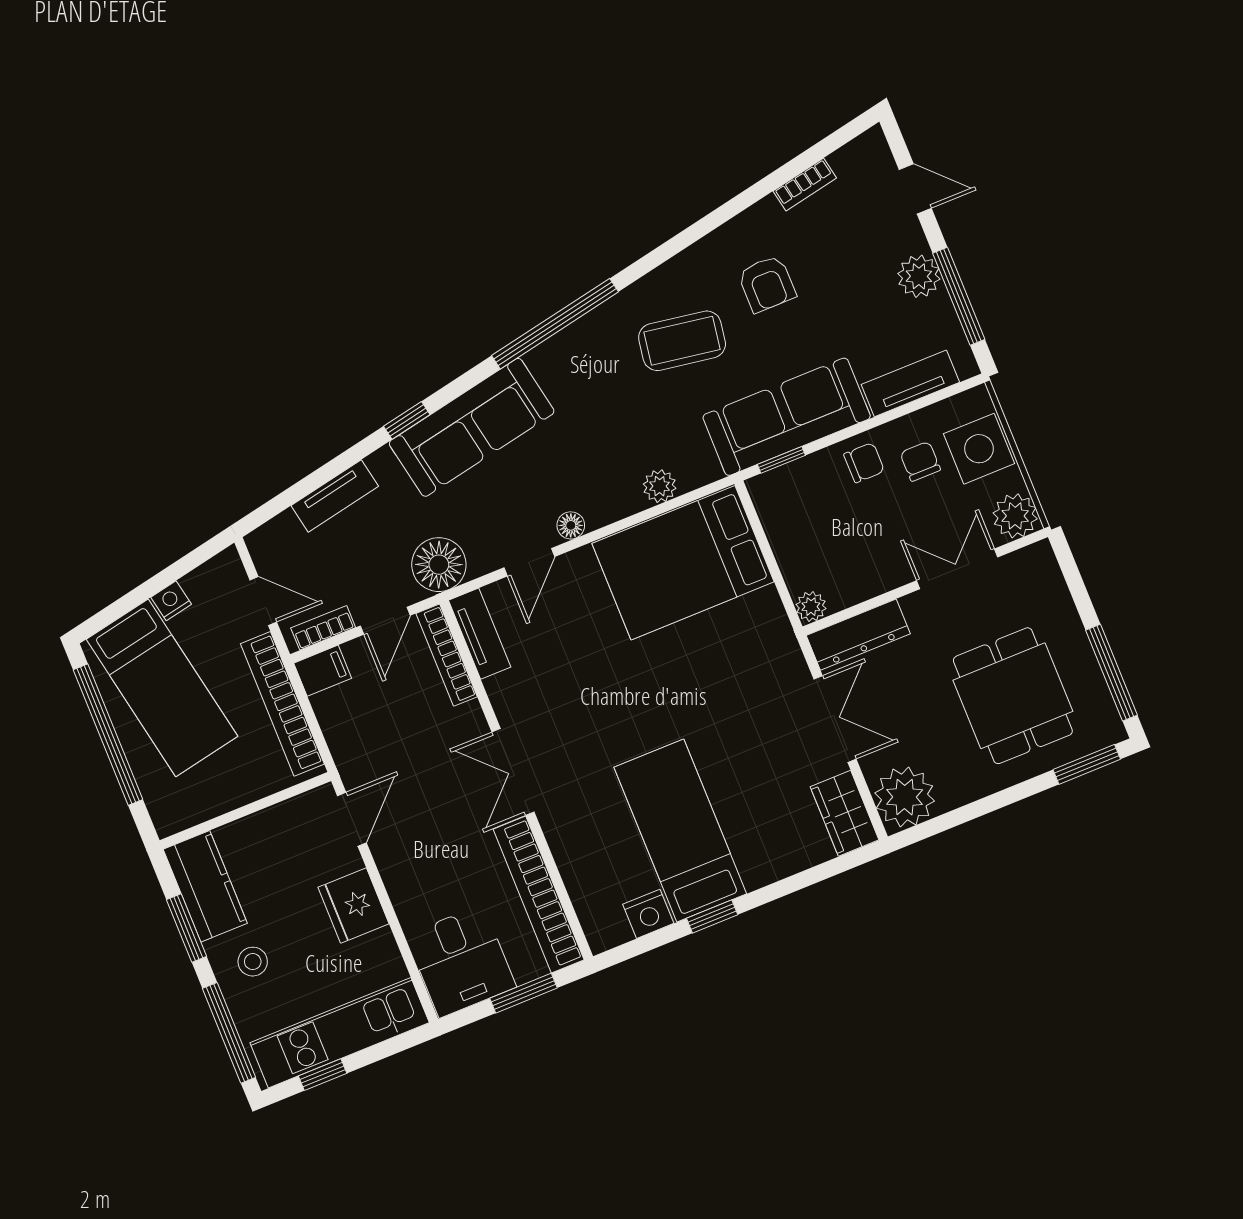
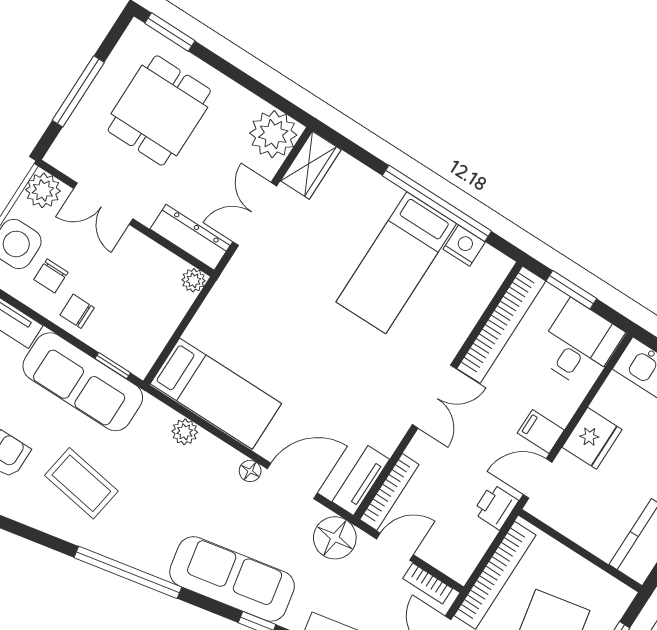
door: (529, 562) -> (292, 481), width x1.38
bed: (683, 563) -> (216, 394), width x0.67
filing cabinet: (323, 671) -> (541, 432), moved
window: (1112, 673) -> (78, 91), moved
printer: (353, 755) -> (496, 507), added
window: (712, 916) -> (437, 203), width x3.17

